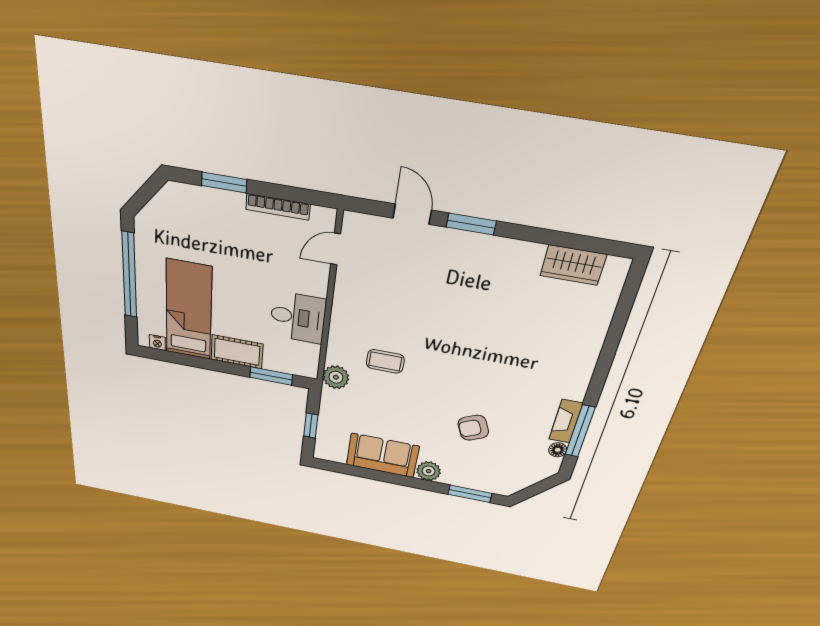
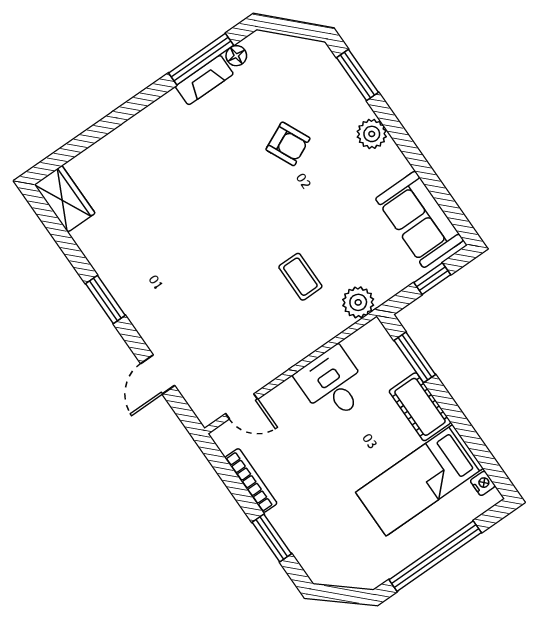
window: (471, 224) -> (105, 299), moved
wardrobe: (573, 265) -> (65, 199), moved
sofa: (382, 455) -> (420, 219), moved

